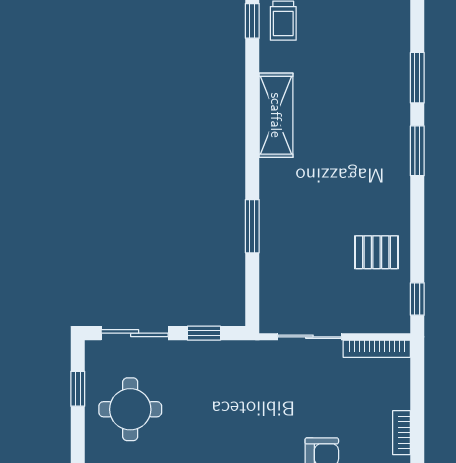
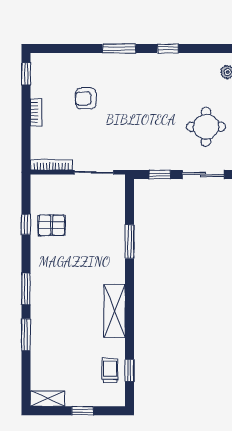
window: (417, 299) -> (26, 224), moved

